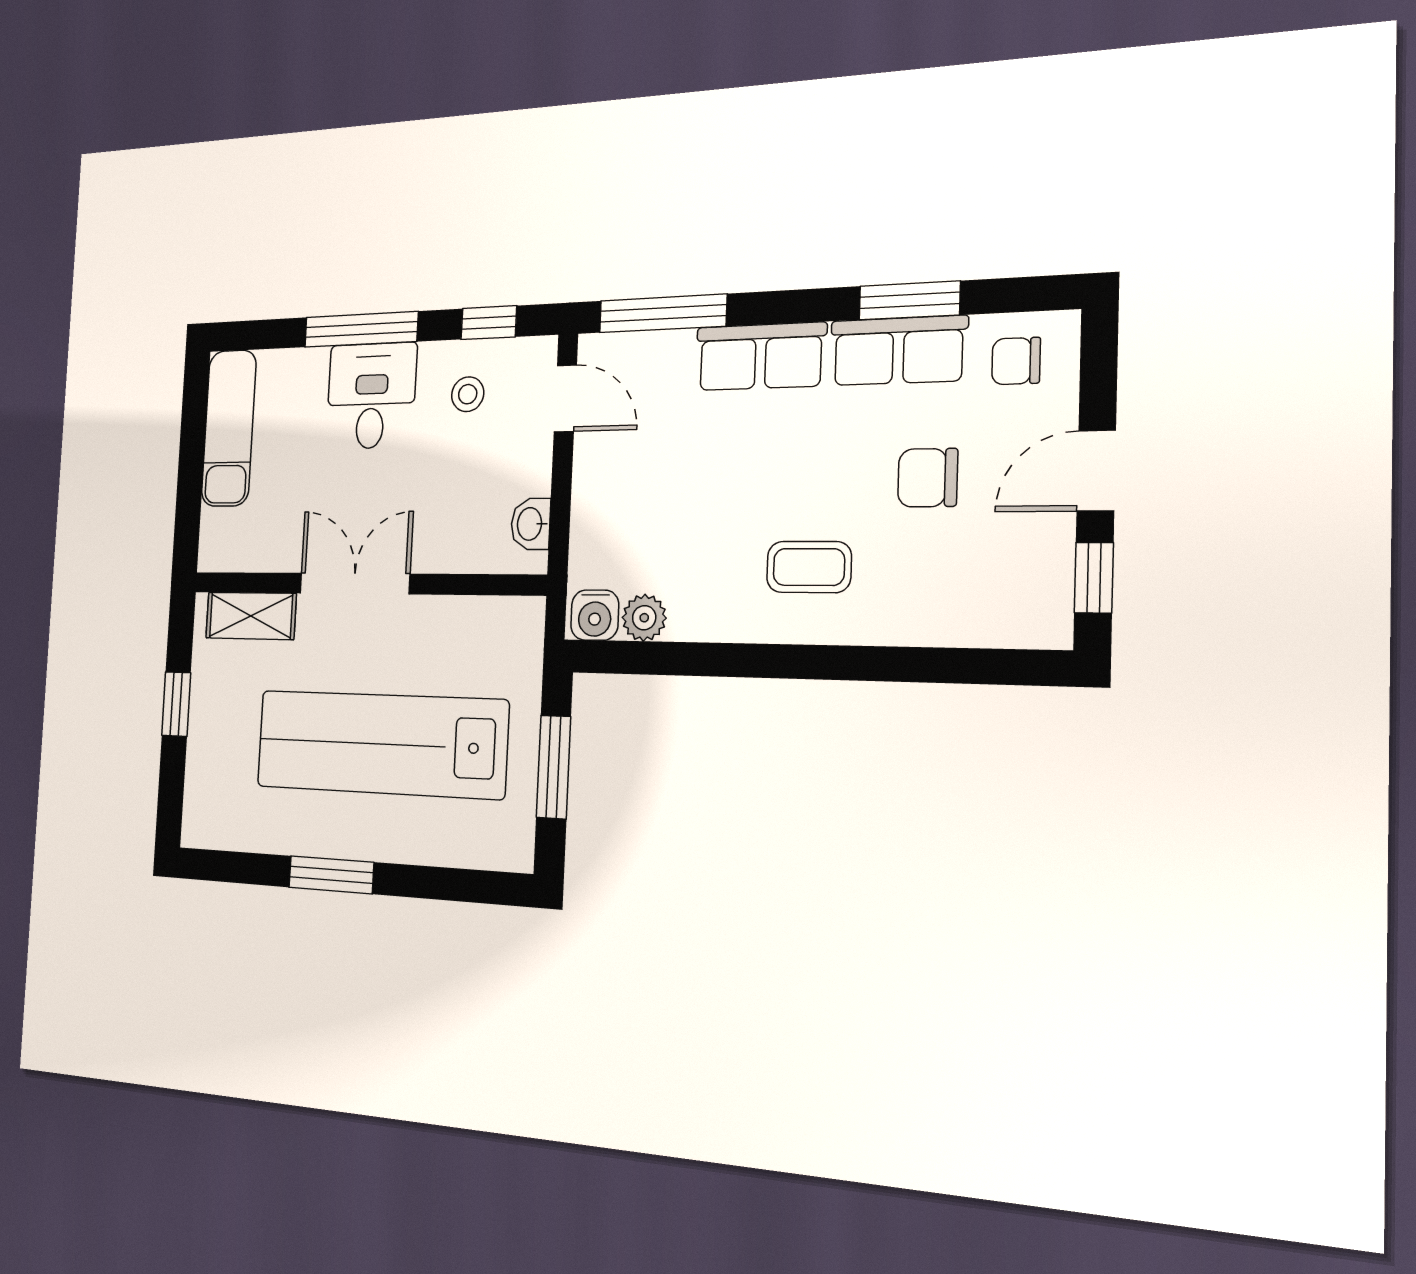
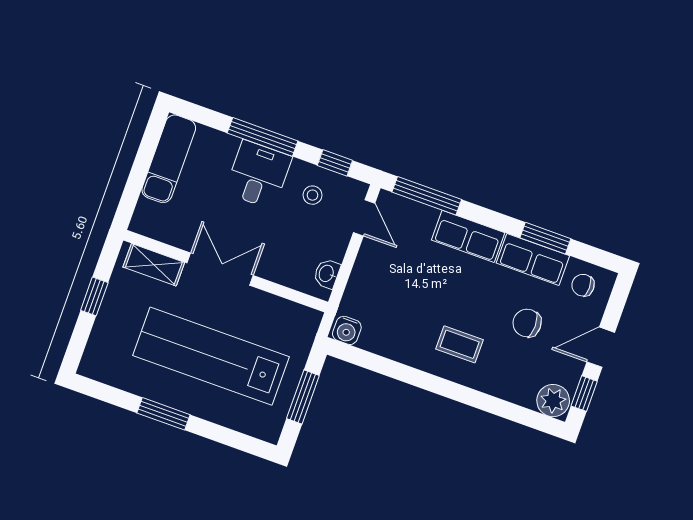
plant: (644, 618) -> (553, 401), moved, width x1.38, depth x1.38

